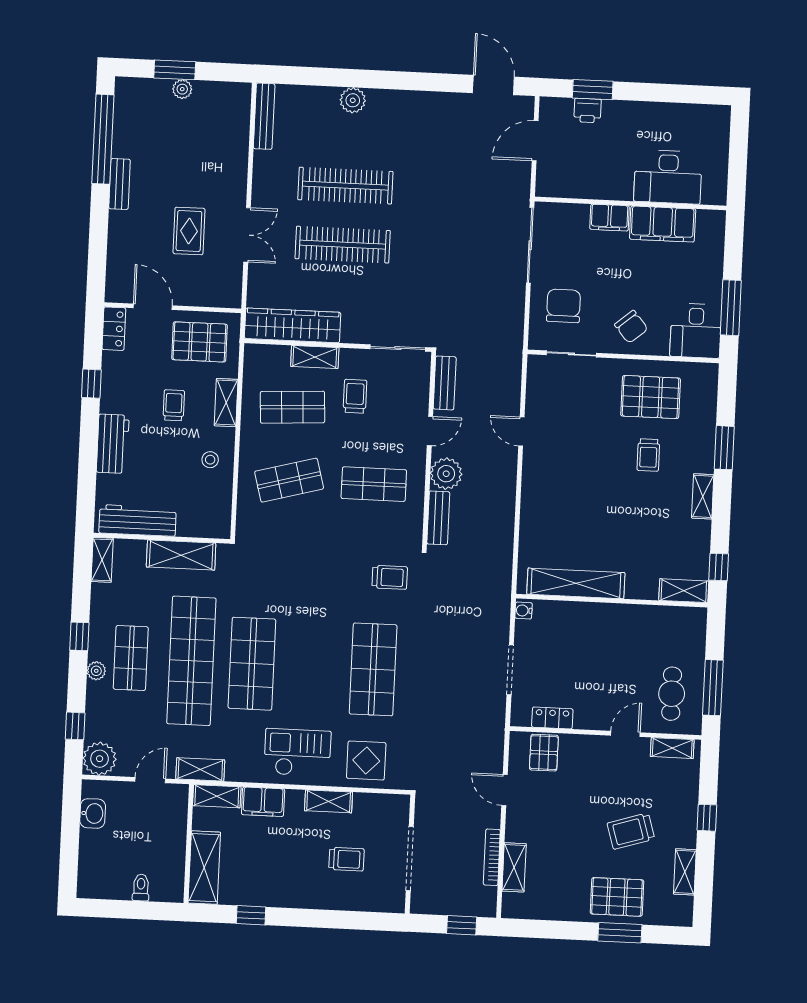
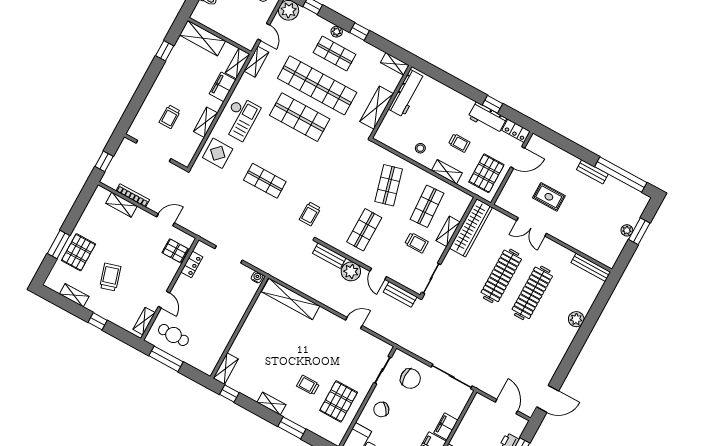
workbench: (113, 444) -> (487, 118), moved
shelving: (576, 583) -> (291, 299), moved, turned 90
shop shelf: (373, 669) -> (265, 181), width x0.70, depth x0.74

